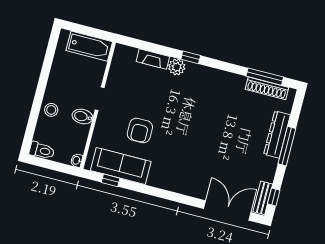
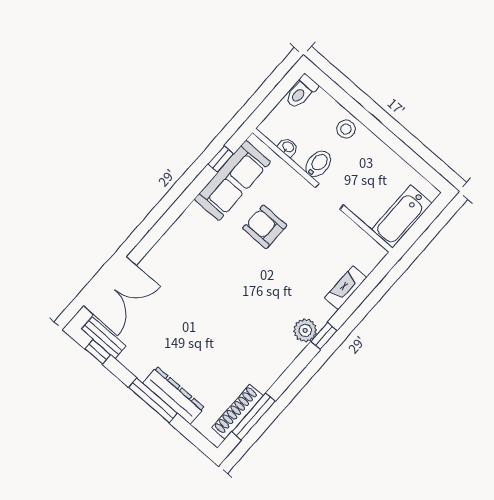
plant: (177, 67) -> (305, 330), moved
washbasin: (77, 160) -> (288, 147), moved

